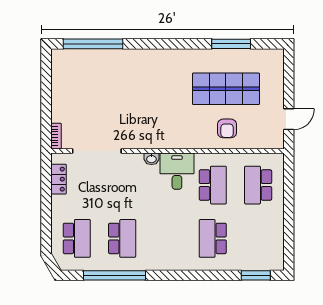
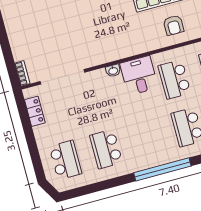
school desk: (213, 185) -> (174, 79), turned 180
school desk: (122, 238) -> (106, 149), turned 180
window: (114, 275) -> (162, 169), moved

